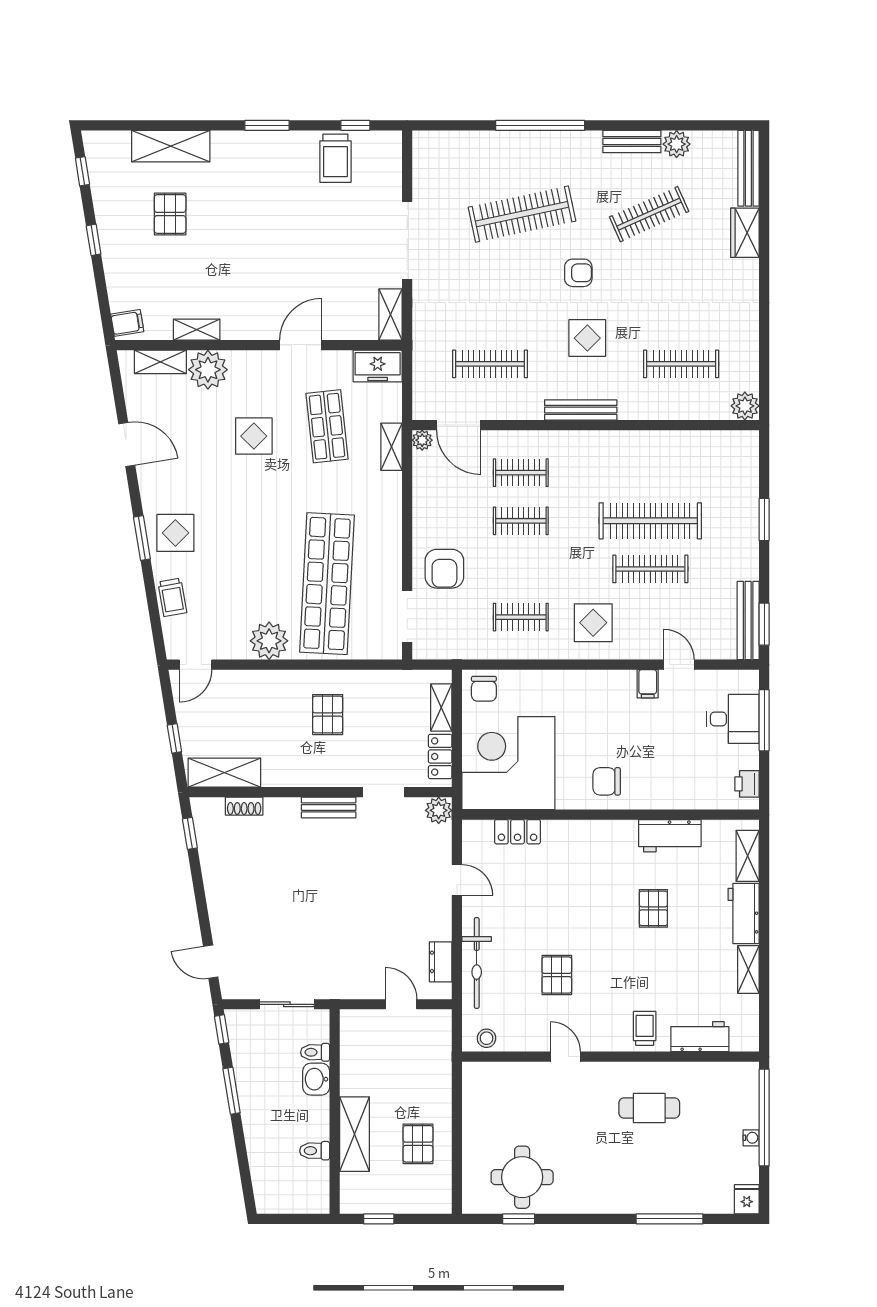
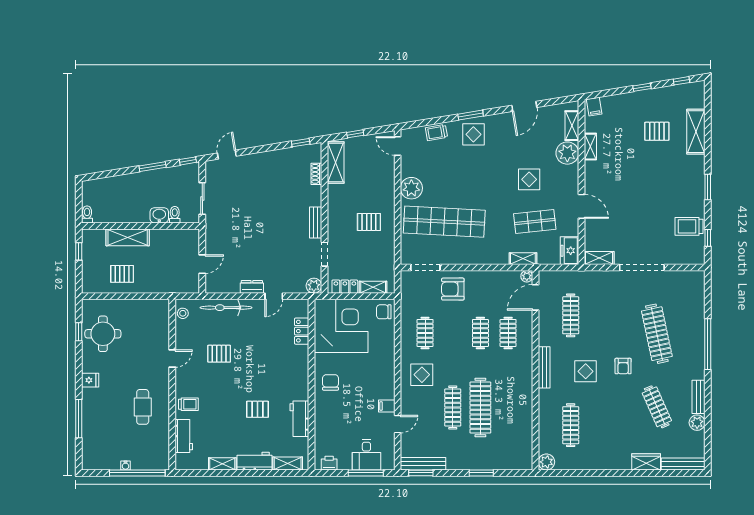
dresser: (441, 962) -> (252, 287), moved
toilet: (315, 1151) -> (87, 214), moved
fridge: (747, 1199) -> (90, 380), moved

